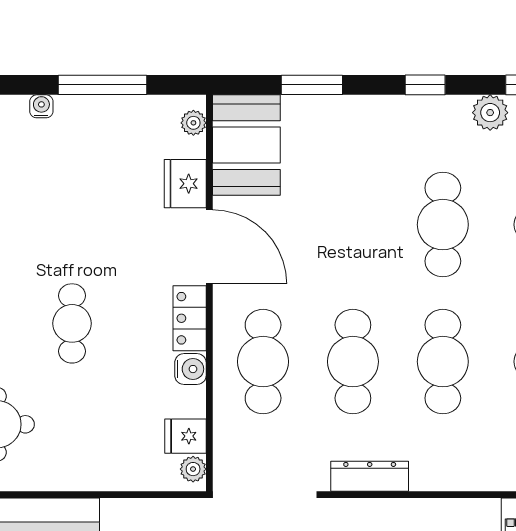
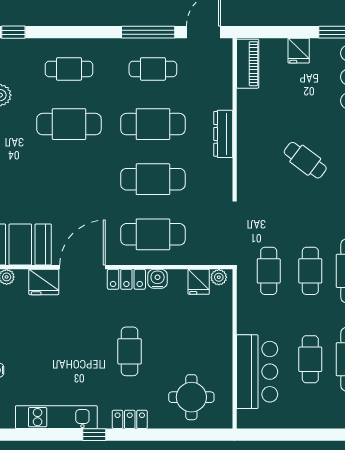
cafe table: (72, 323) -> (130, 351), turned 90
dresser: (370, 476) -> (223, 134), moved

